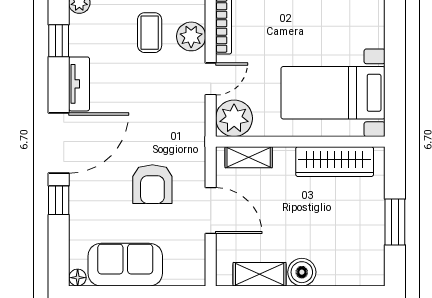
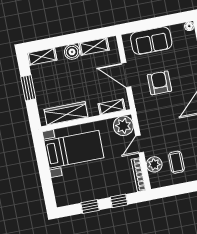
sofa: (125, 265) -> (151, 41), moved
shelving: (359, 274) -> (42, 57), added

